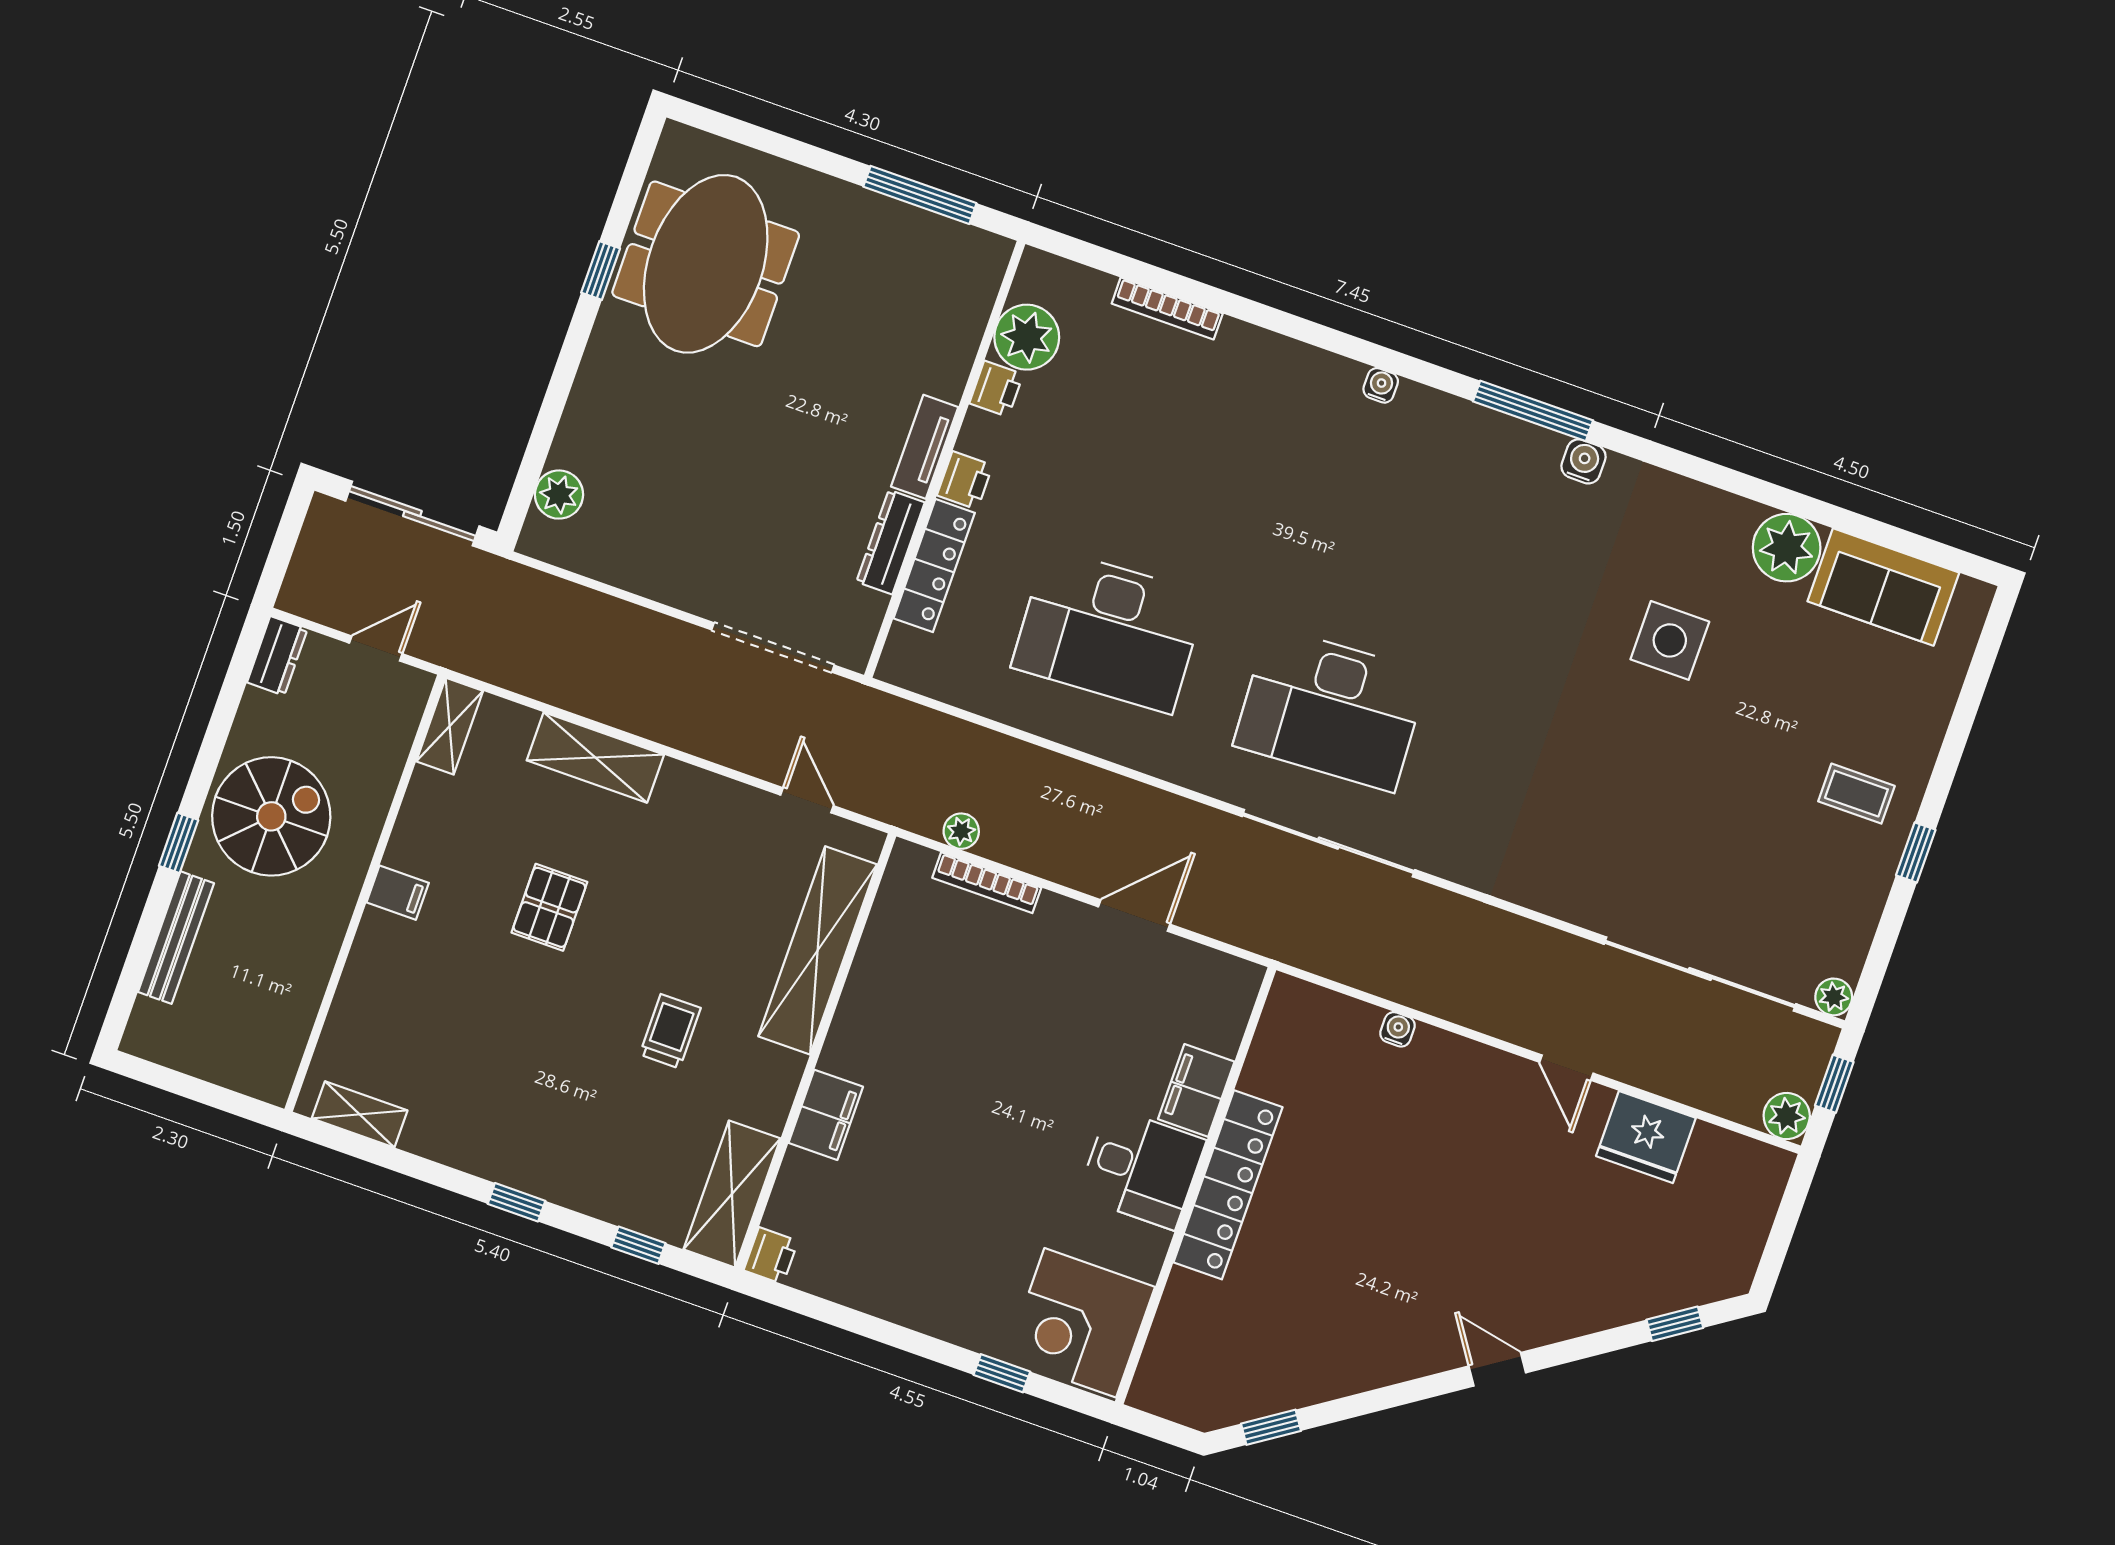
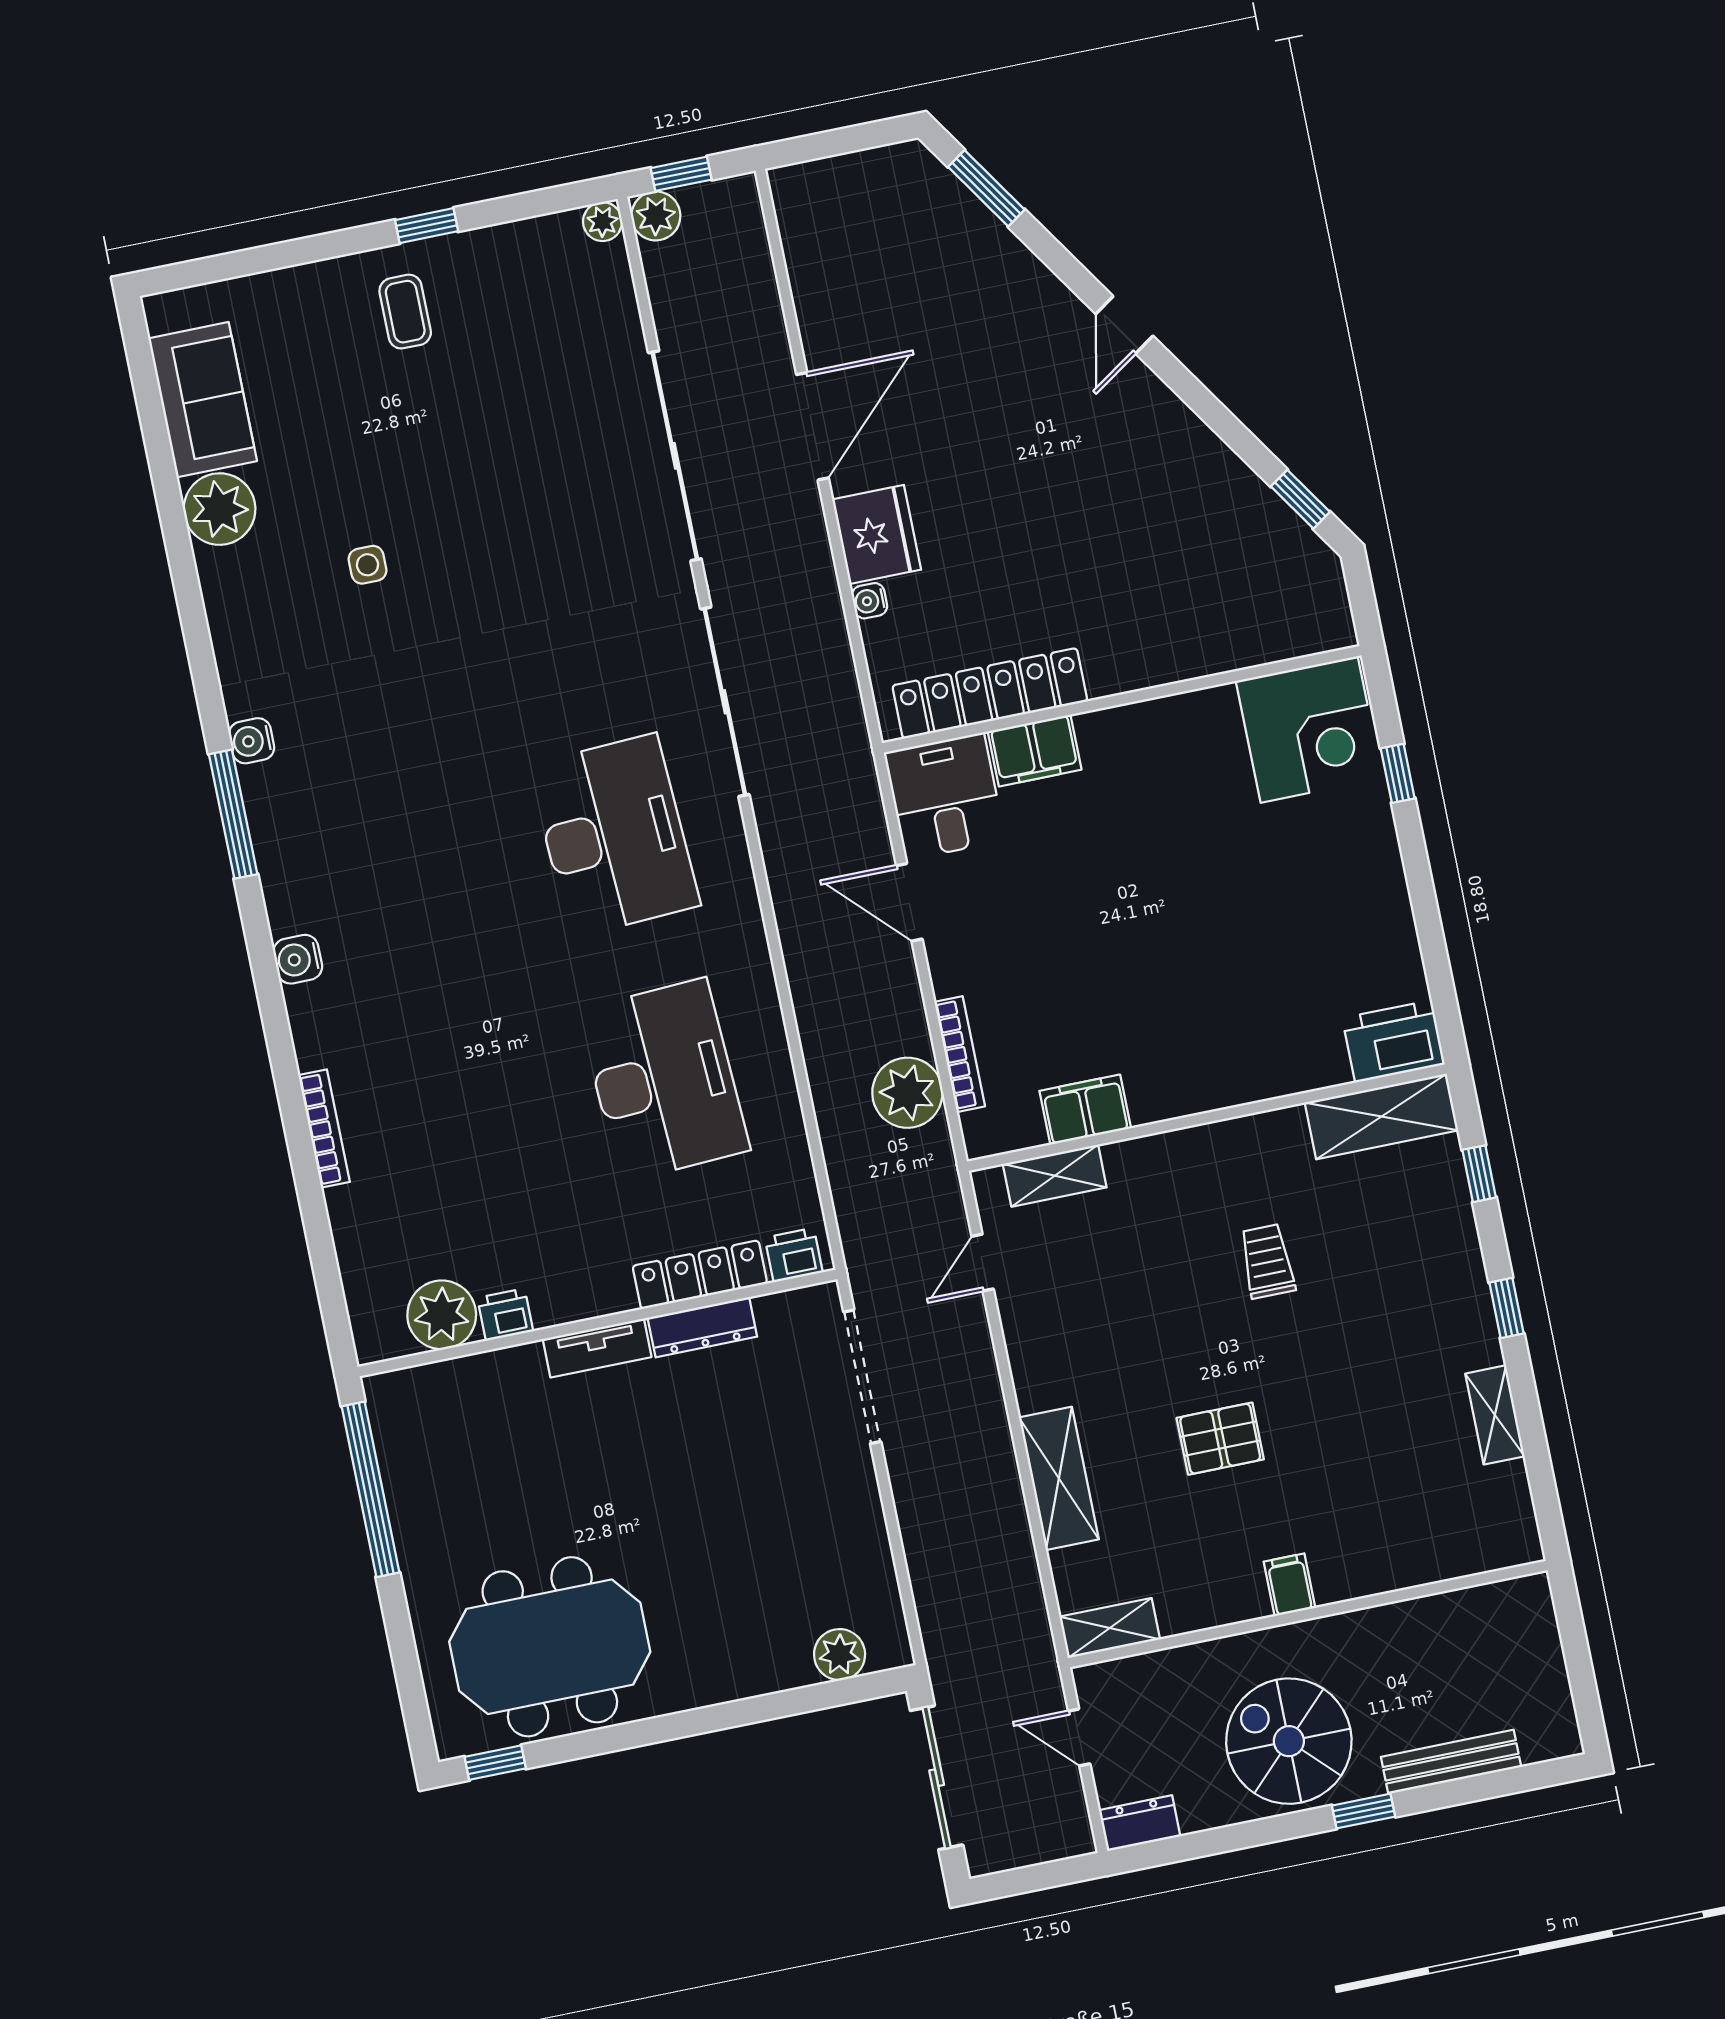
window: (920, 195) -> (370, 1489), width x1.46
window: (601, 271) -> (495, 1763), moved
bookcase: (1167, 308) -> (324, 1129), moved
water cooler: (1381, 385) -> (298, 959), width x1.38, depth x1.38
printer: (965, 480) -> (794, 1255), moved
side table: (1670, 640) -> (367, 565), width x0.54, depth x0.54
plant: (961, 831) -> (907, 1093), width x1.88, depth x1.88
sliding door: (1328, 843) -> (725, 702), moved
shelving: (818, 950) -> (1055, 1176), width x0.45, depth x0.75
sliding door: (1700, 974) -> (675, 456), moved
trolley: (670, 1031) -> (1267, 1261), turned 90
door: (1566, 1068) -> (812, 426), width x1.88
shelving: (360, 1114) -> (1495, 1415), moved
filing cabinet: (826, 1115) -> (1085, 1110), moved
plant: (1787, 1116) -> (656, 216), moved
fridge: (1646, 1137) -> (877, 535), moved
desk: (1142, 1168) -> (945, 796), moved
locker: (1228, 1185) -> (990, 693), moved
printer: (771, 1256) -> (1393, 1041), width x1.87, depth x1.48
window: (1675, 1324) -> (986, 188), width x1.50

